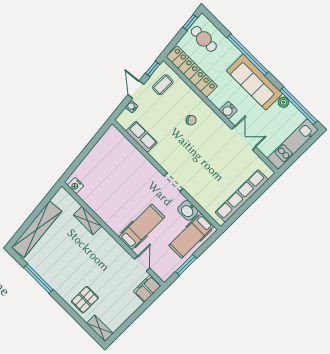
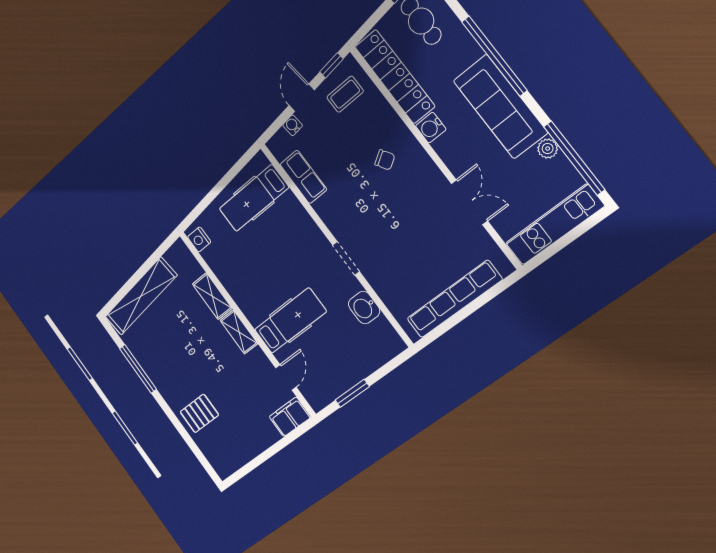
water cooler: (228, 110) -> (431, 128), moved
hospital bed: (191, 236) -> (254, 198), moved
shelving: (100, 328) -> (239, 332), moved

